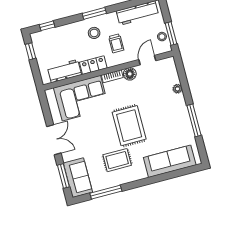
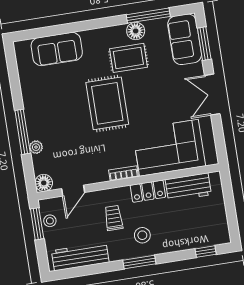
window: (30, 51) -> (232, 219), removed
floor lamp: (130, 74) -> (44, 183), moved
window: (194, 120) -> (23, 132), moved
sofa: (170, 161) -> (57, 49), width x0.73
floor lamp: (114, 180) -> (136, 31), added

